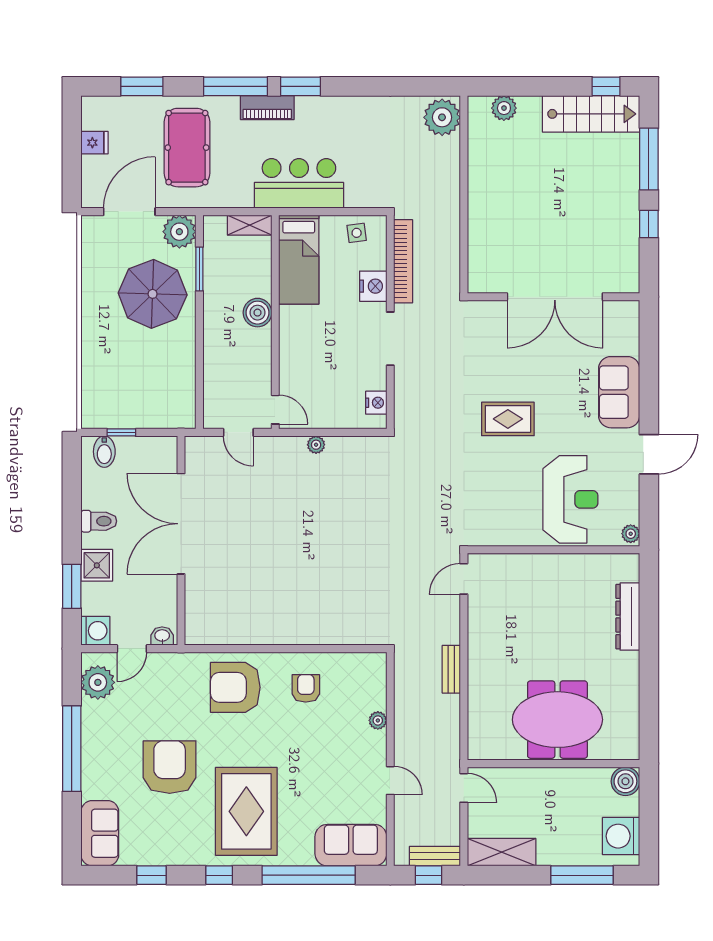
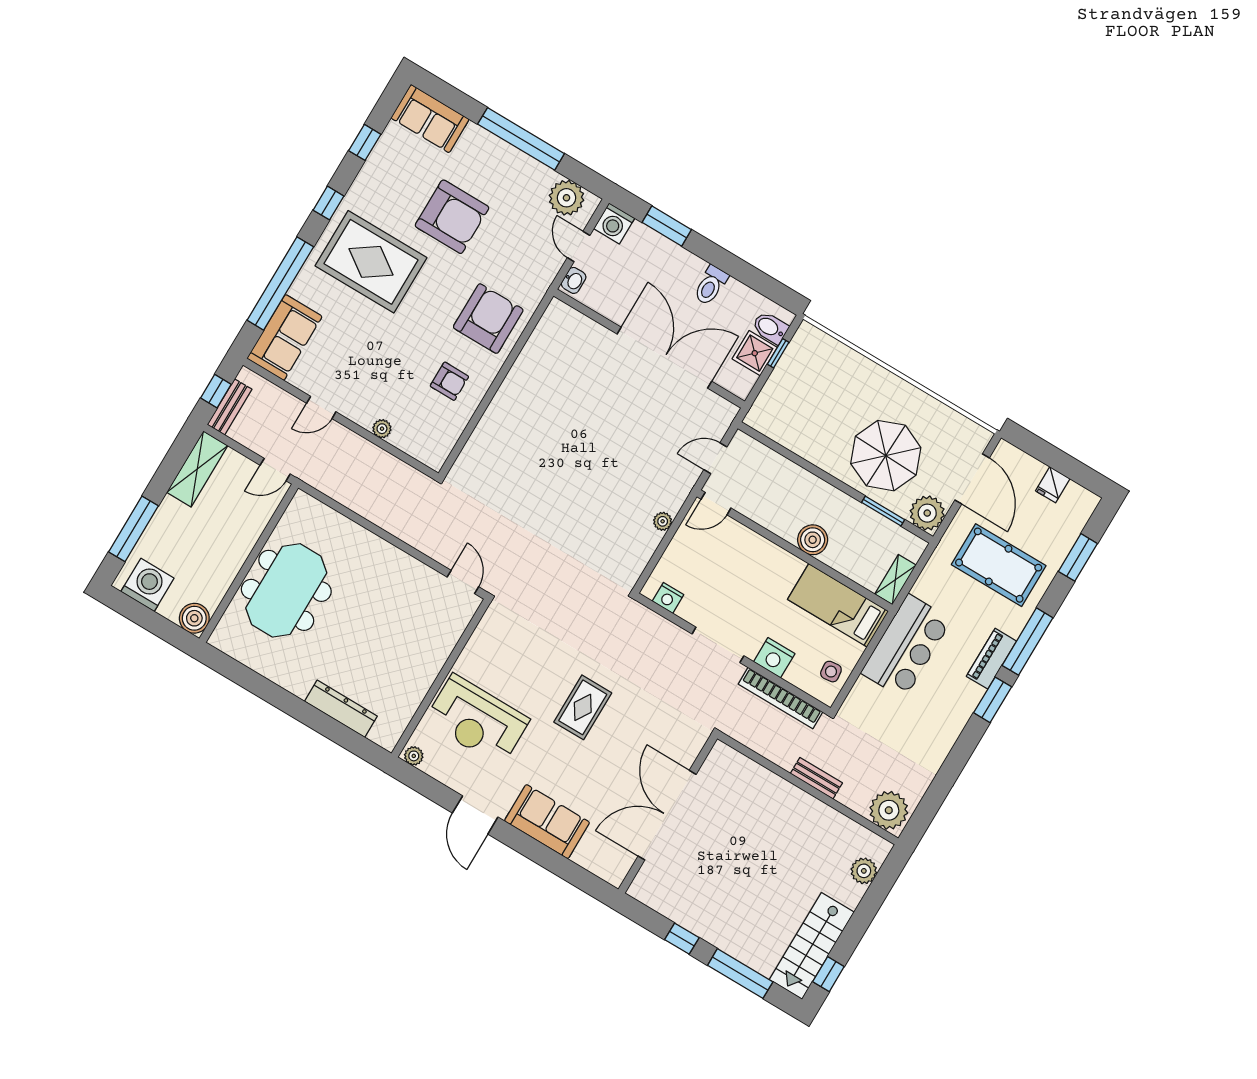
shower: (97, 565) -> (755, 353), moved
bench: (451, 669) -> (816, 778), moved

